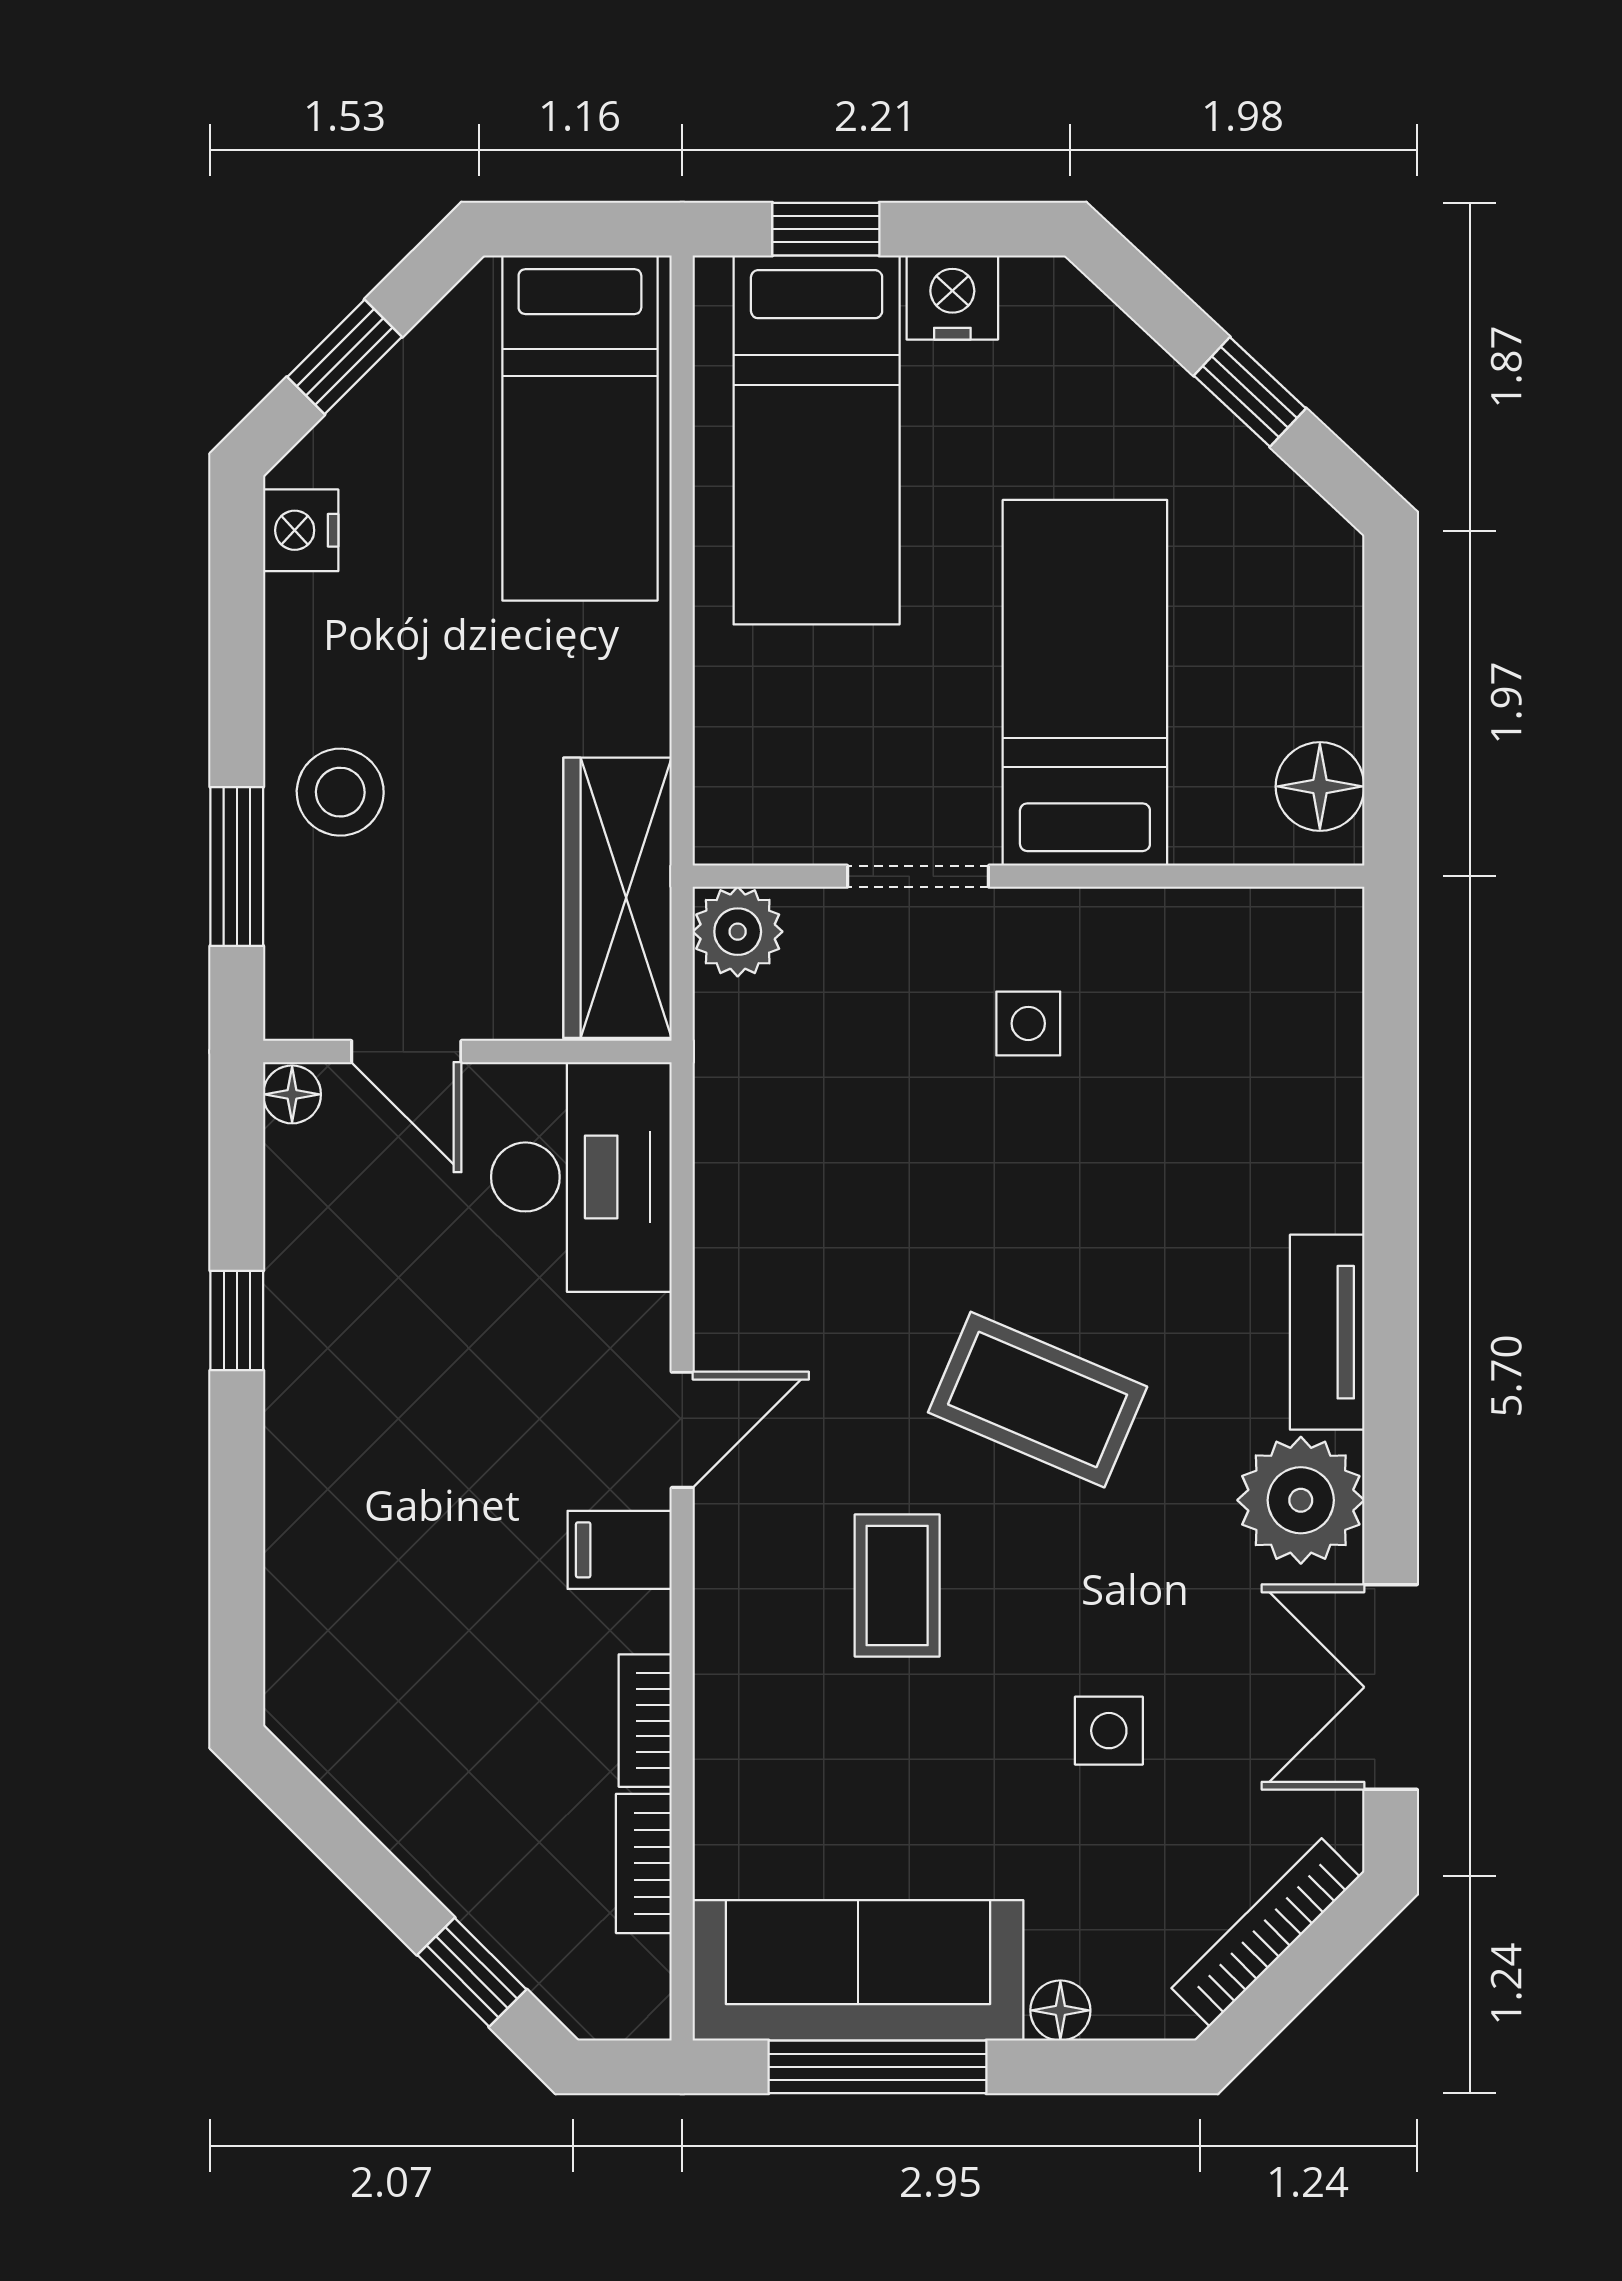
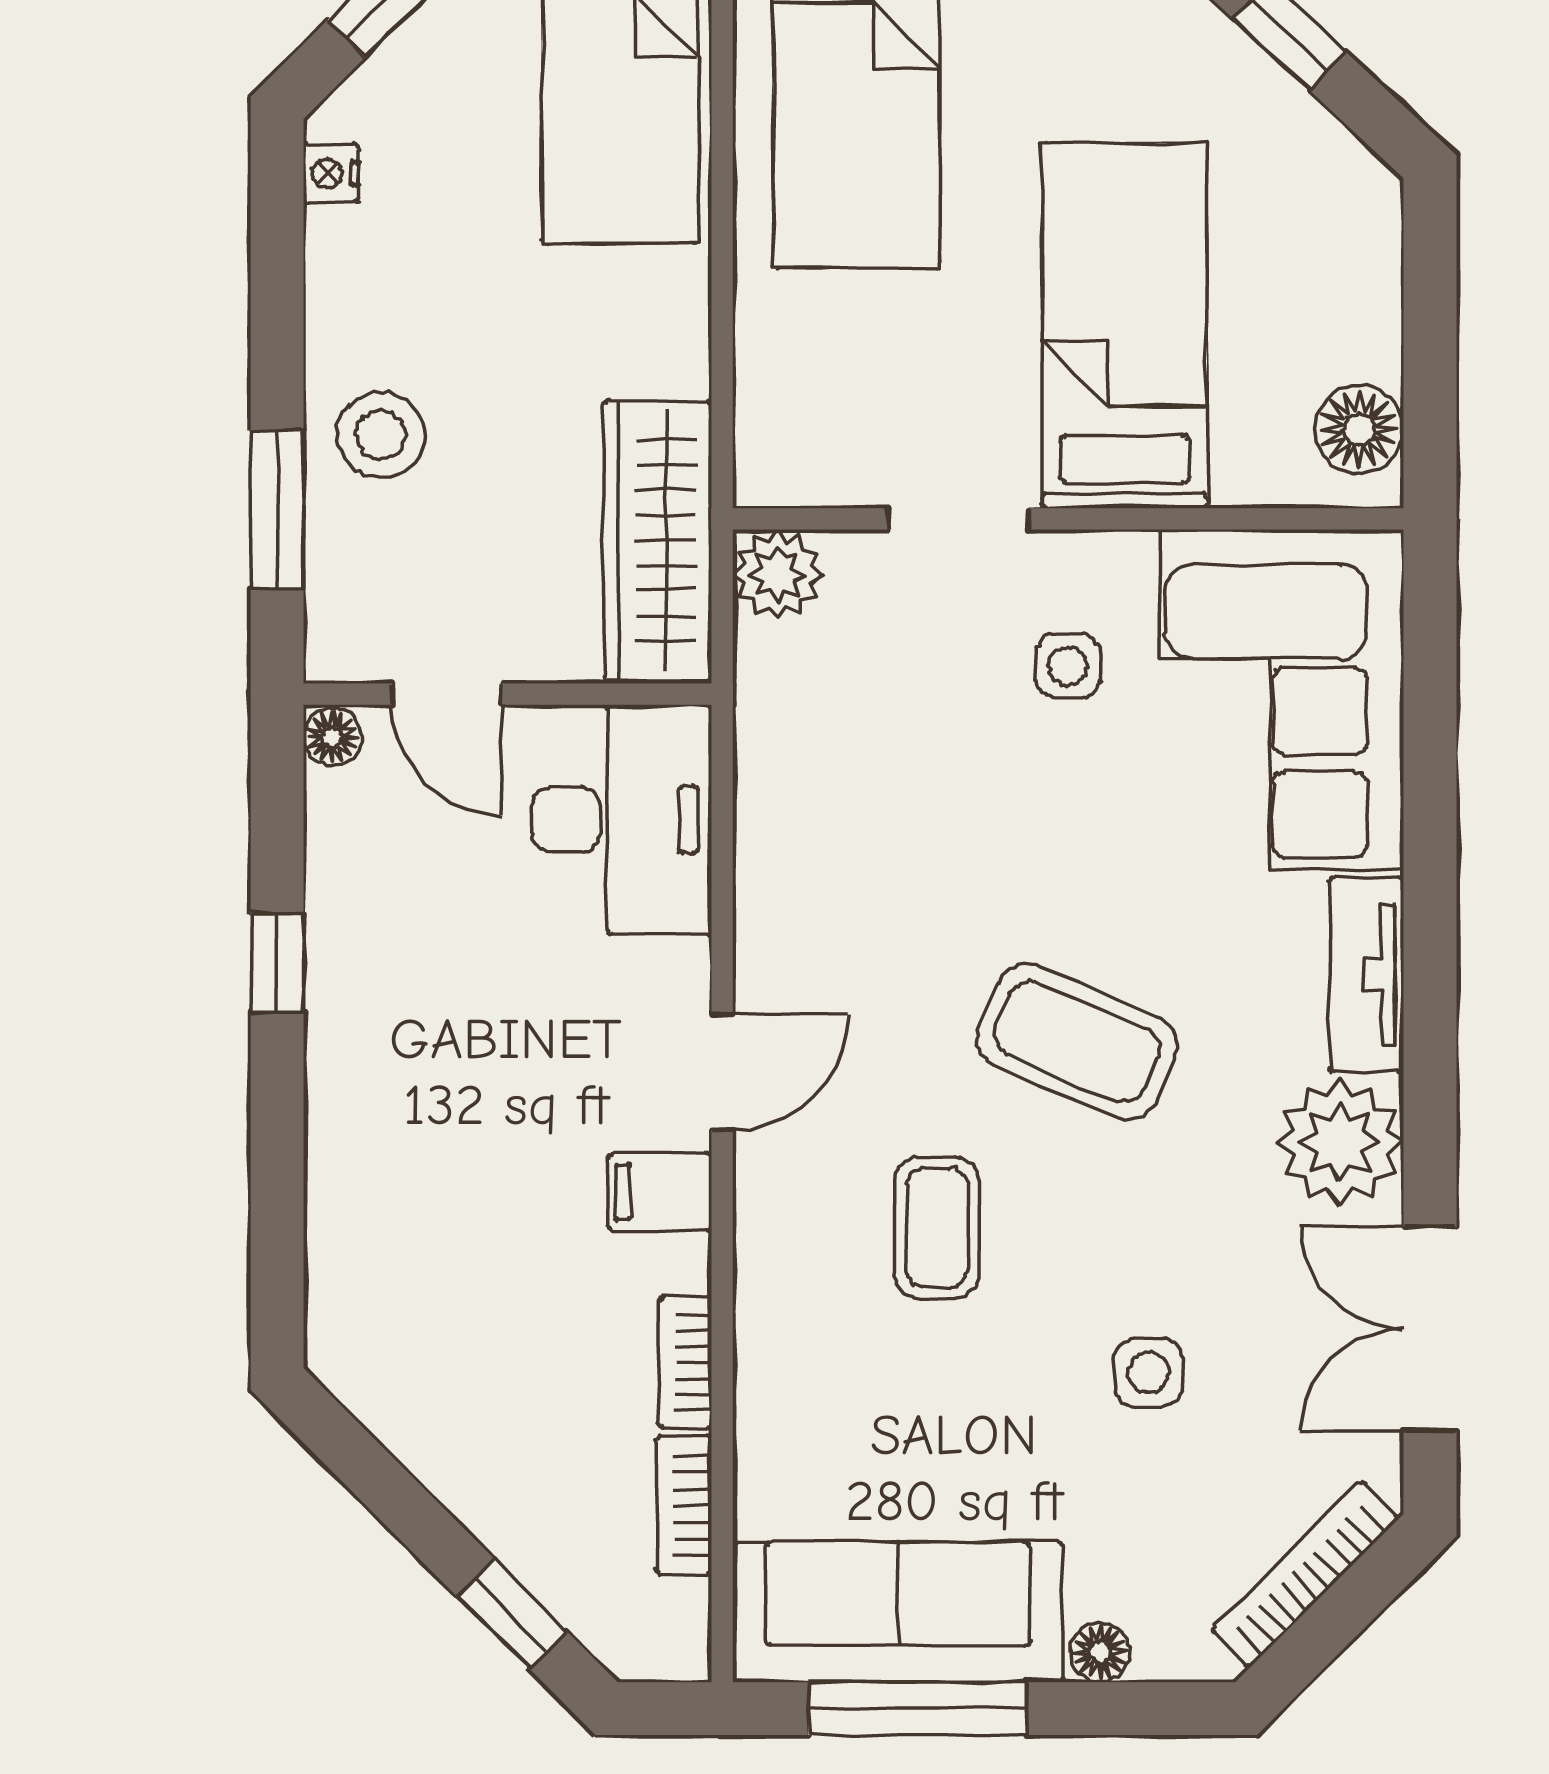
nightstand: (301, 530) -> (331, 173), width x0.72, depth x0.74
corner sofa: (1243, 1057) -> (1282, 700), added

